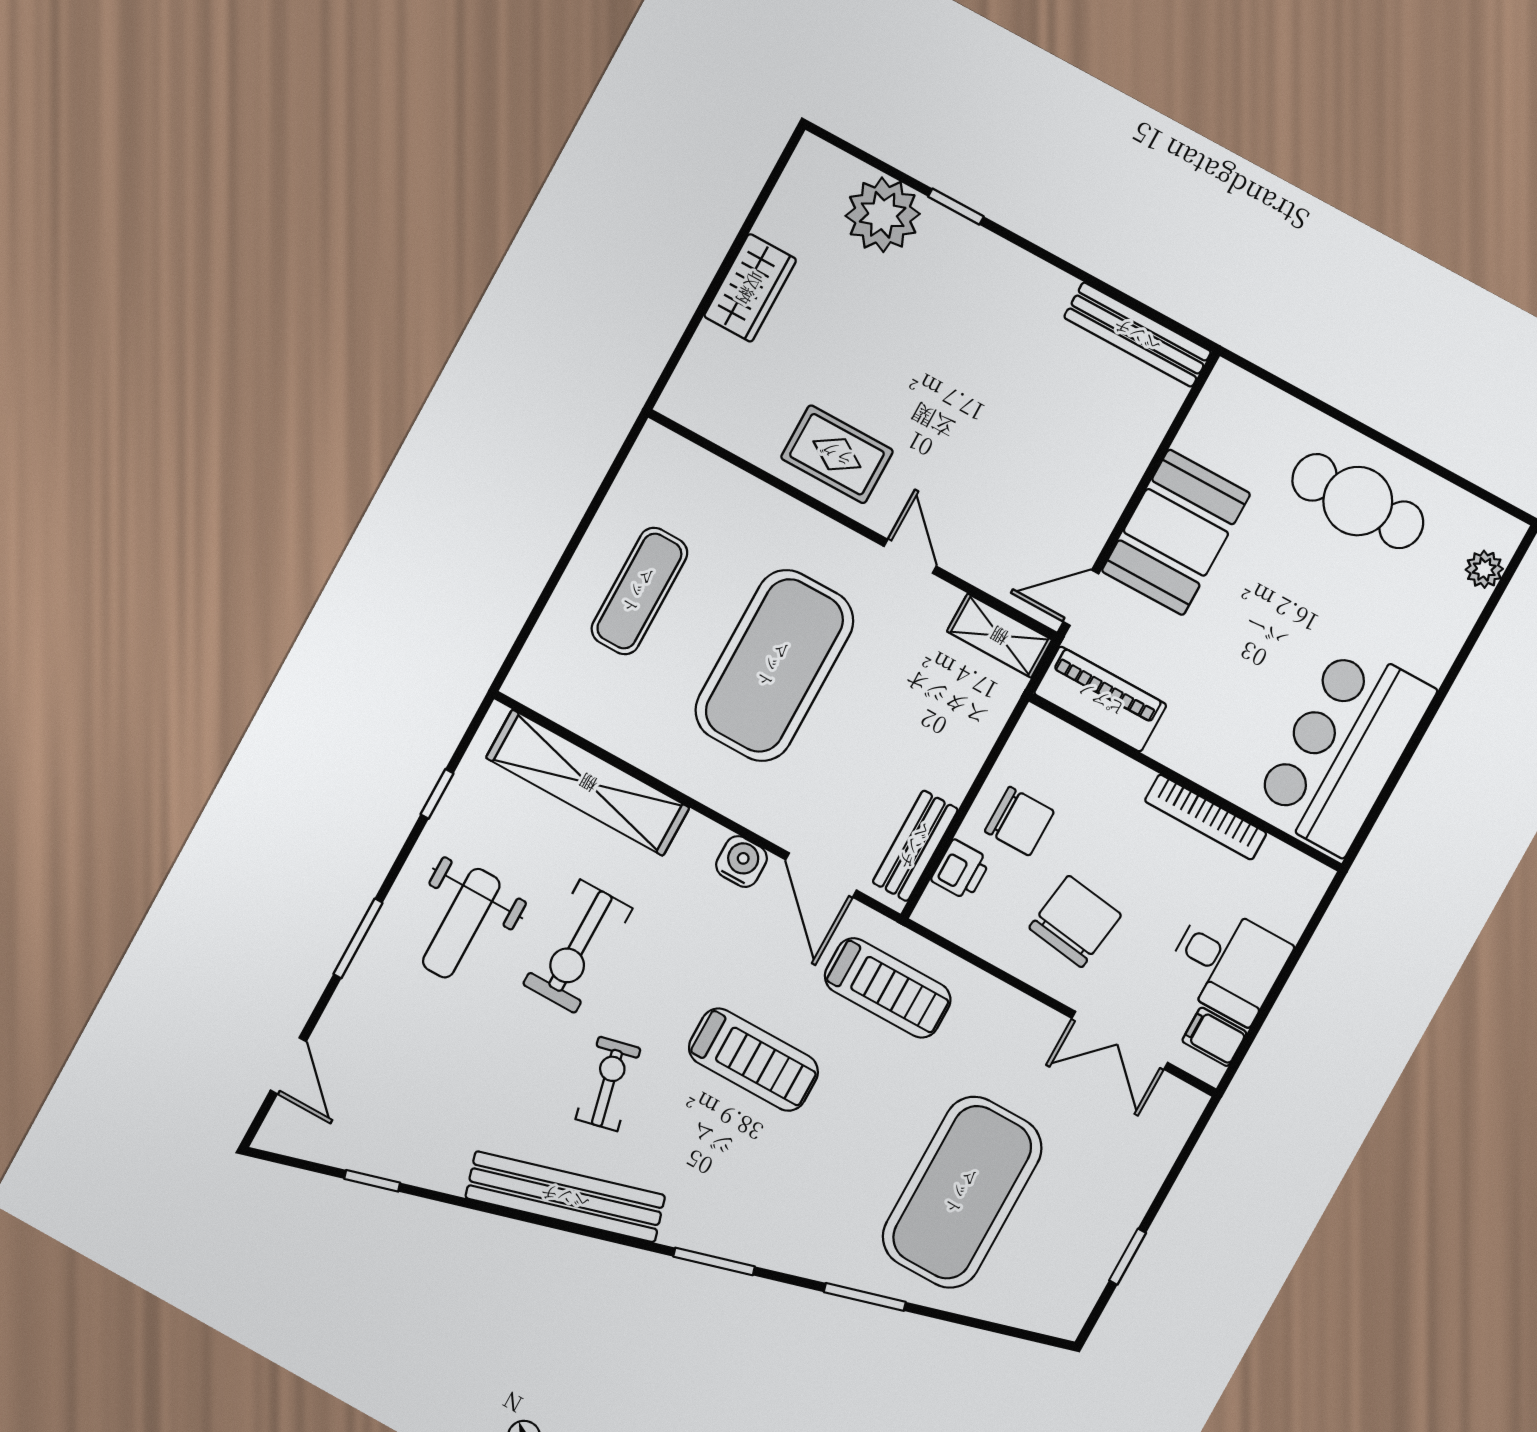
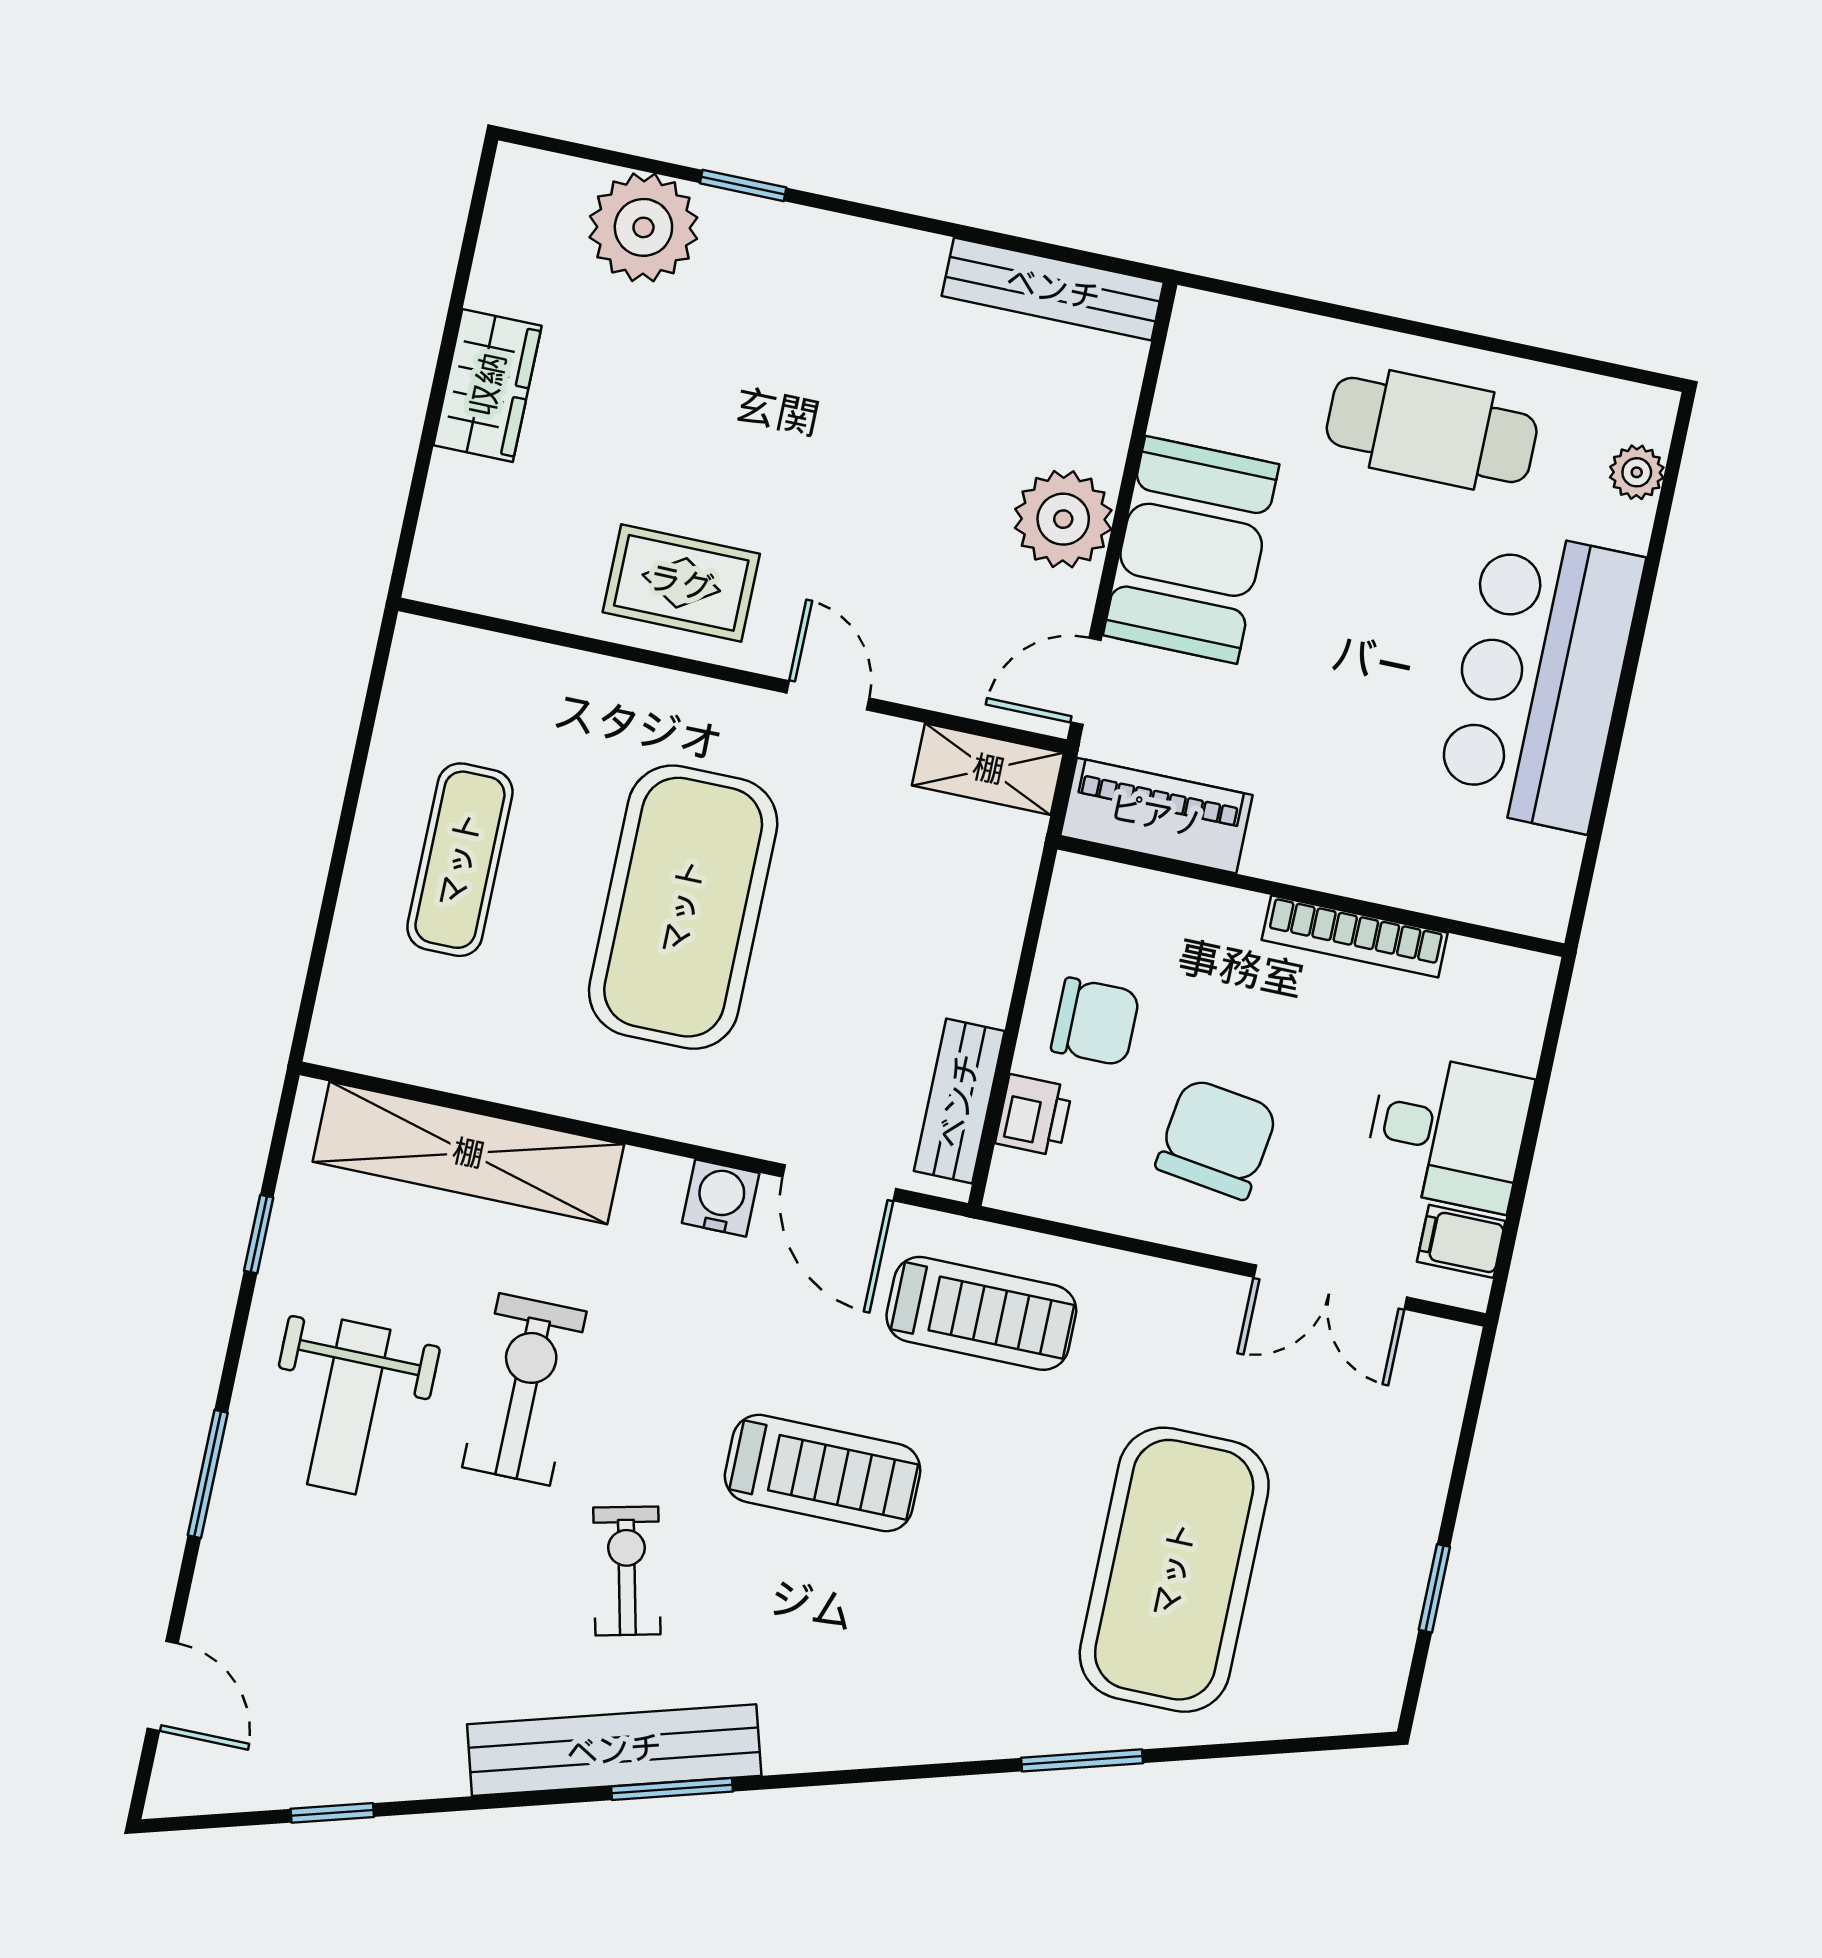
plant: (1098, 487) -> (1063, 519), added
bar counter: (1344, 749) -> (1540, 680), moved
exercise bike: (578, 946) -> (524, 1389), turned 180
window: (714, 1261) -> (672, 1789), moved

